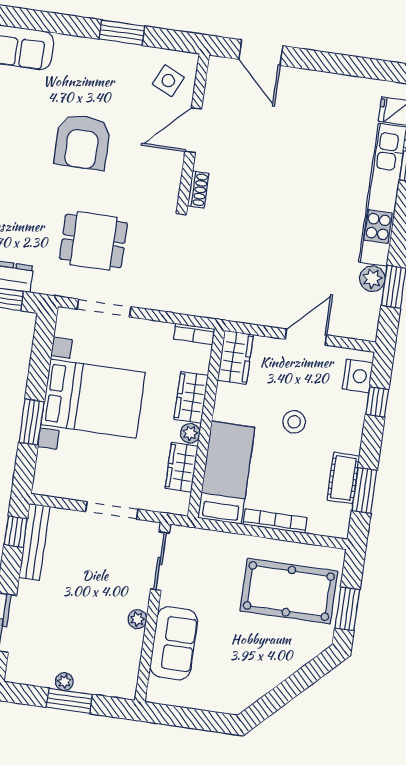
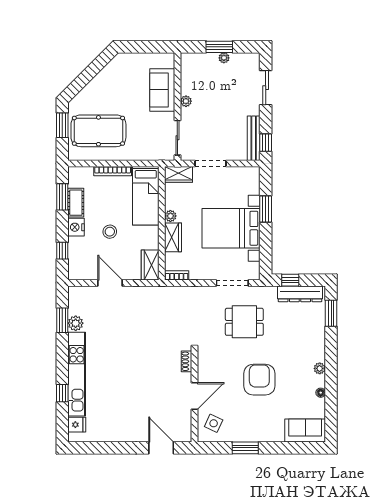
door: (306, 337) -> (110, 283), swing flipped
nightstand: (358, 376) -> (76, 227), moved
wardrobe: (182, 467) -> (179, 174), moved, turned 90

